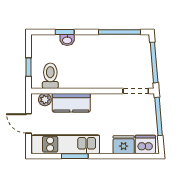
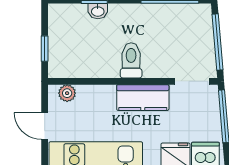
toilet: (50, 76) -> (131, 60), moved
kitchen counter: (71, 103) -> (143, 98), moved

